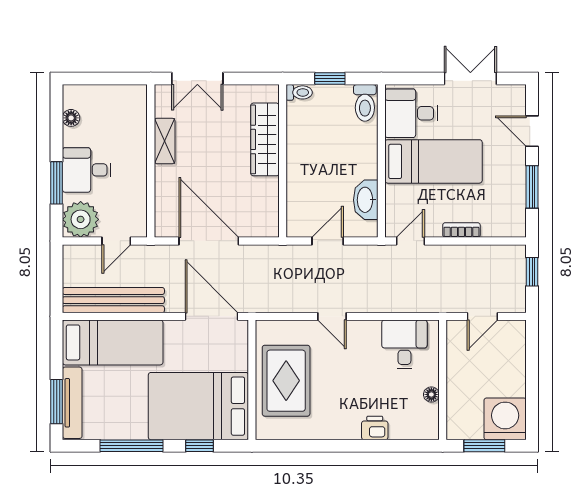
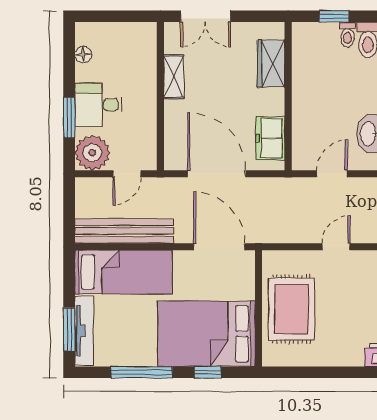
toilet: (299, 92) -> (348, 35), moved, turned 90
wardrobe: (265, 139) -> (271, 63), width x0.67
freezer: (264, 204) -> (270, 138), added
door: (332, 316) -> (336, 247), swing flipped

